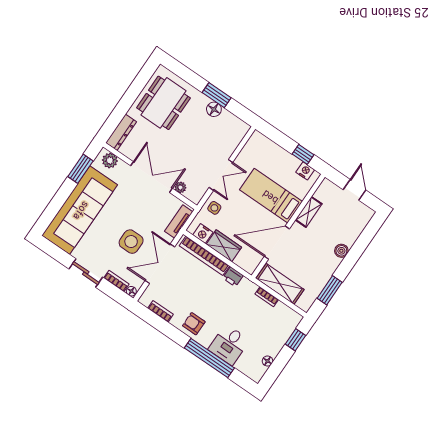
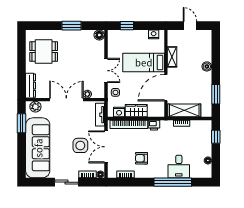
dining table: (163, 103) -> (44, 51), width x0.73
floor lamp: (214, 109) -> (99, 35), moved
window: (303, 154) -> (127, 26), moved
armchair: (194, 324) -> (142, 158), moved

